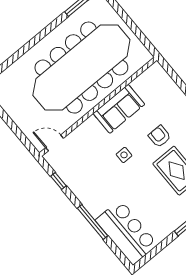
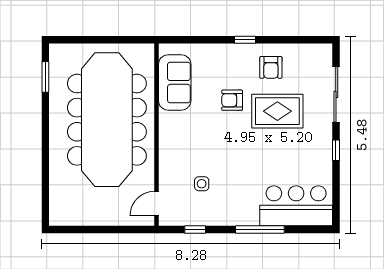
sofa: (119, 109) -> (175, 82), moved
side table: (124, 155) -> (202, 184), moved

